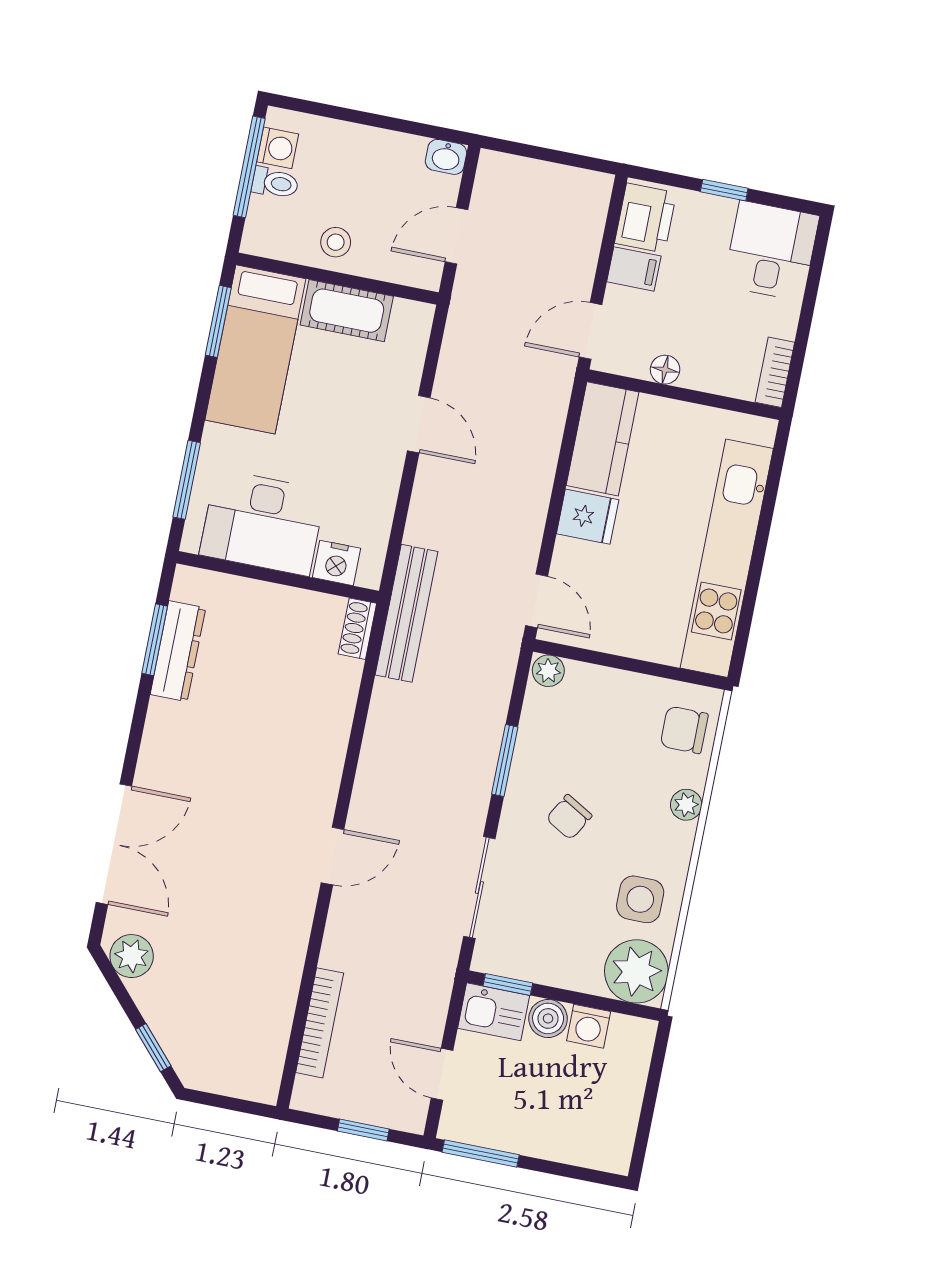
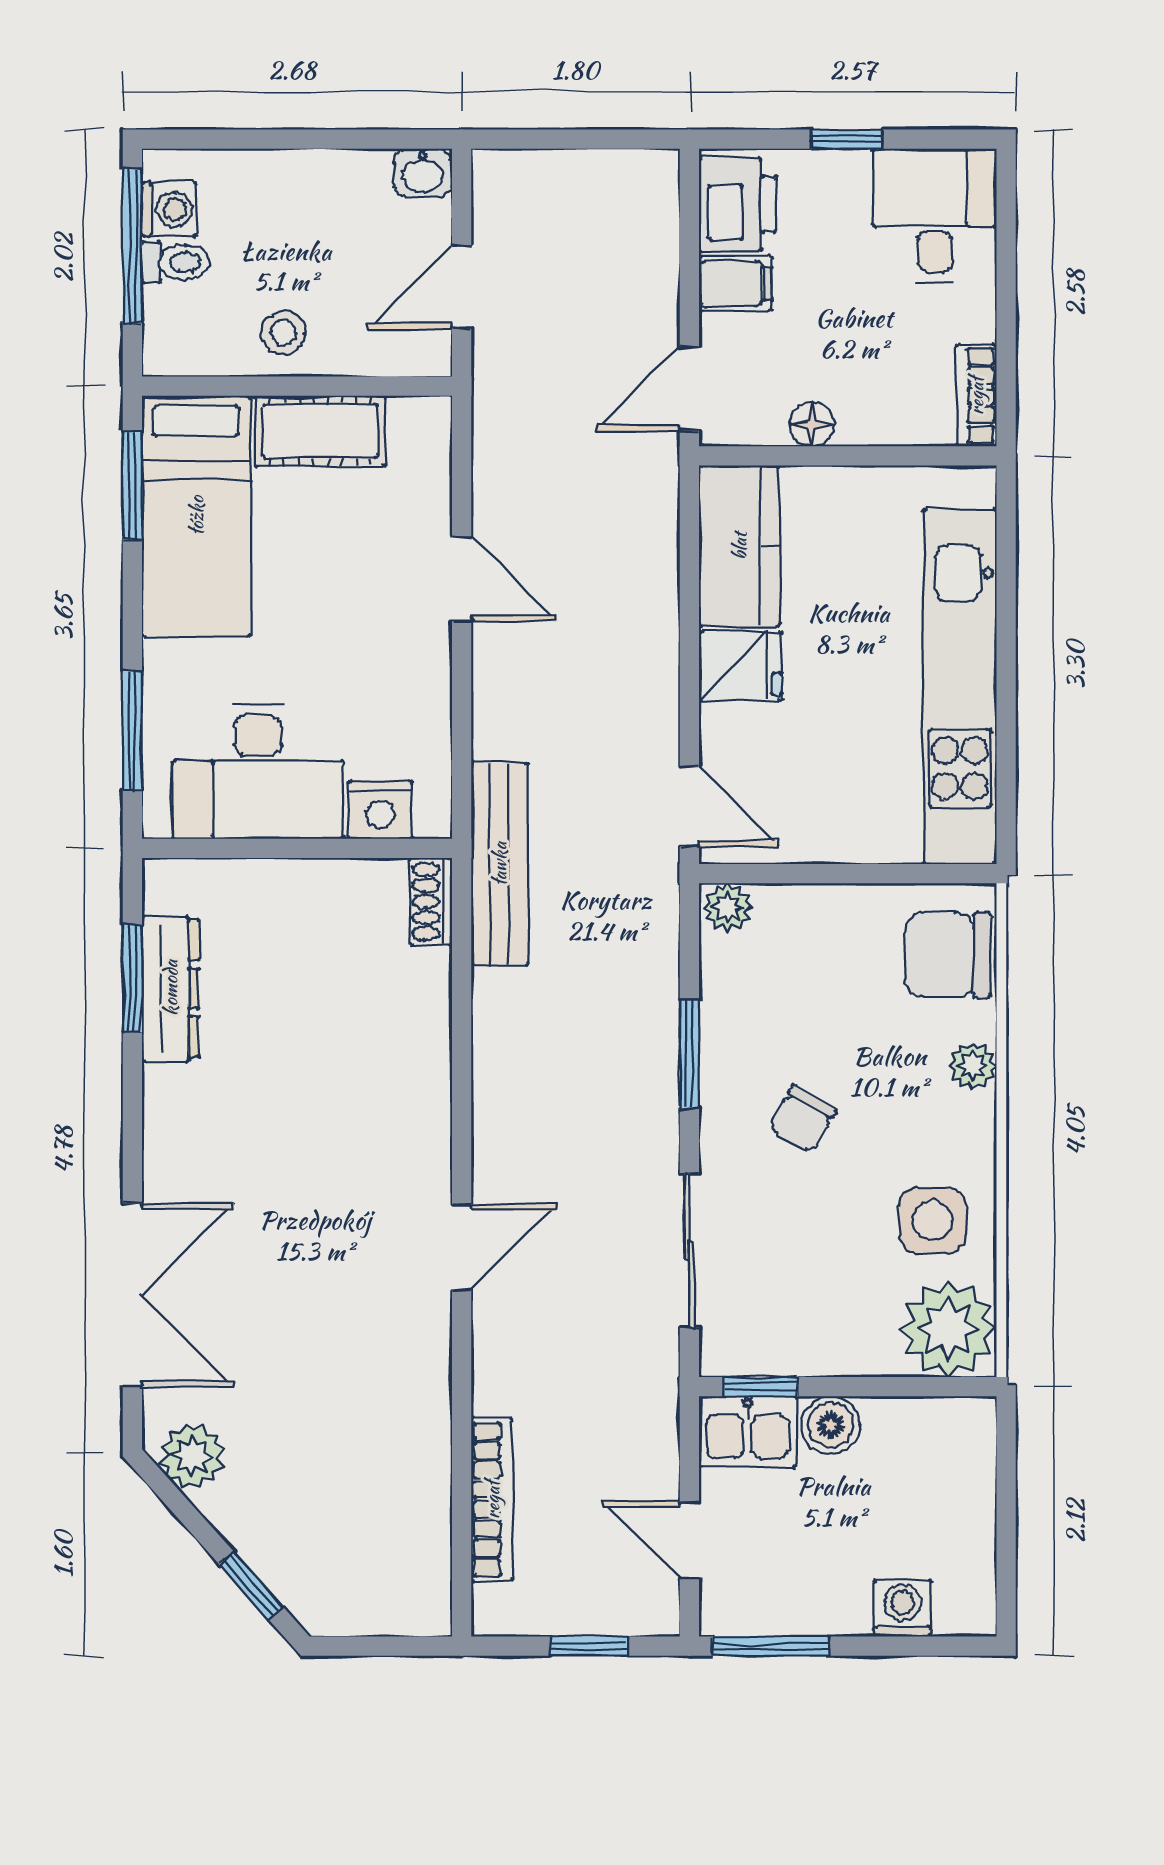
chair: (684, 730) -> (948, 955), width x1.37, depth x1.37
washing machine: (589, 1026) -> (902, 1608), moved, turned 180

